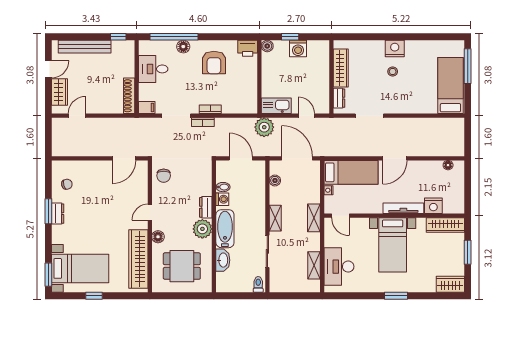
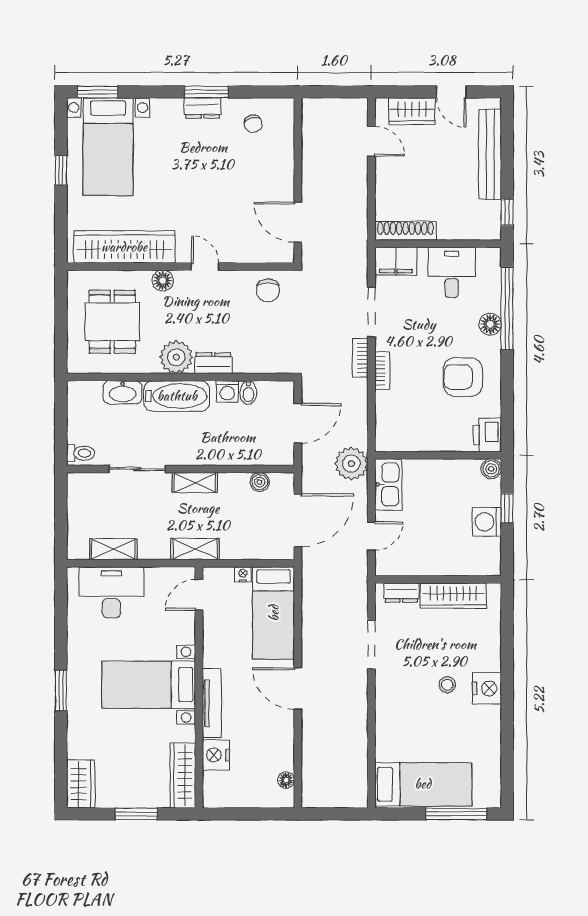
filing cabinet: (147, 107) -> (396, 261), width x2.00
chair: (164, 176) -> (268, 290), turned -90

